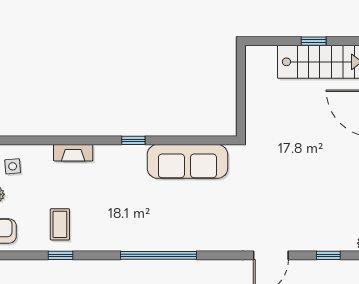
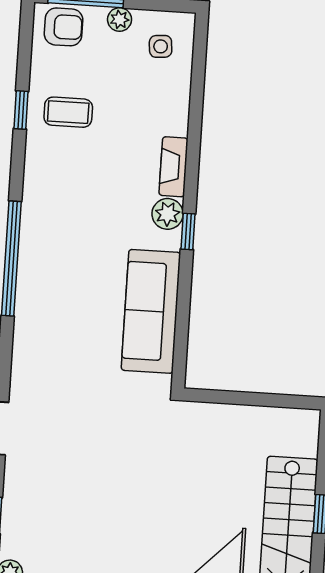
fireplace: (73, 153) -> (173, 167), moved
plant: (123, 155) -> (168, 214), added

